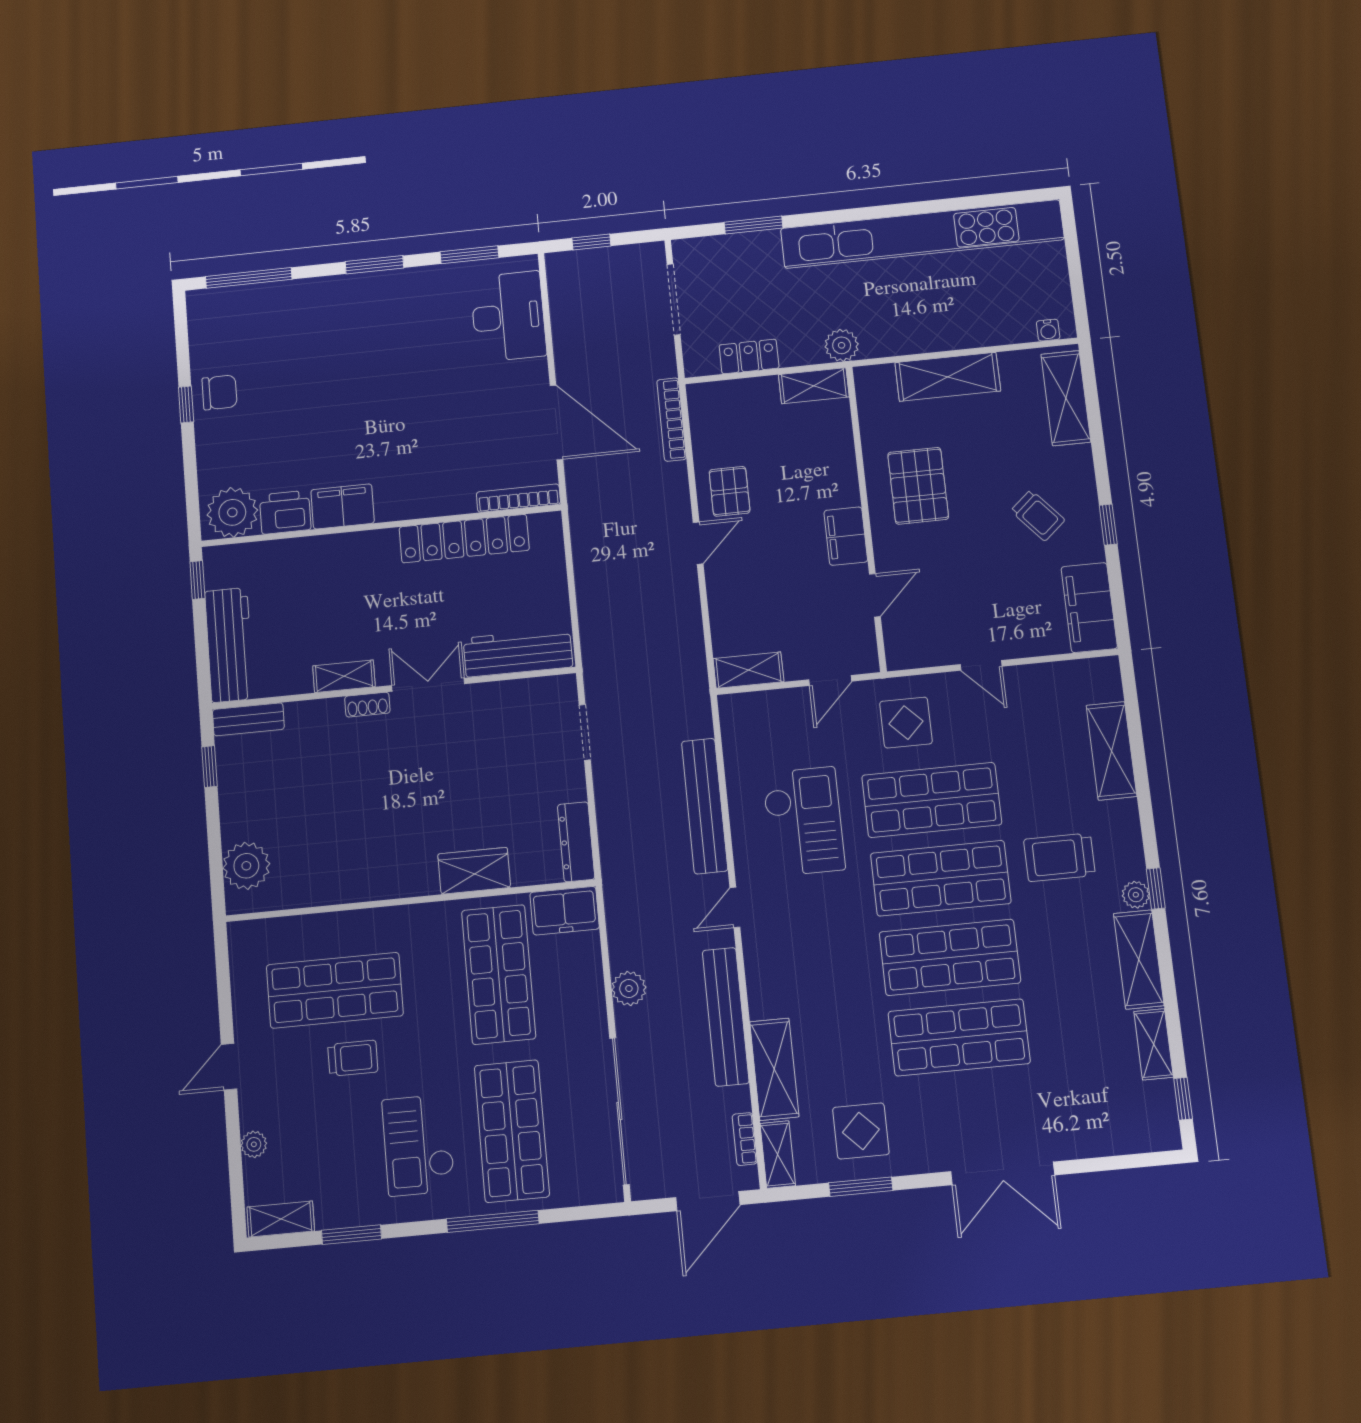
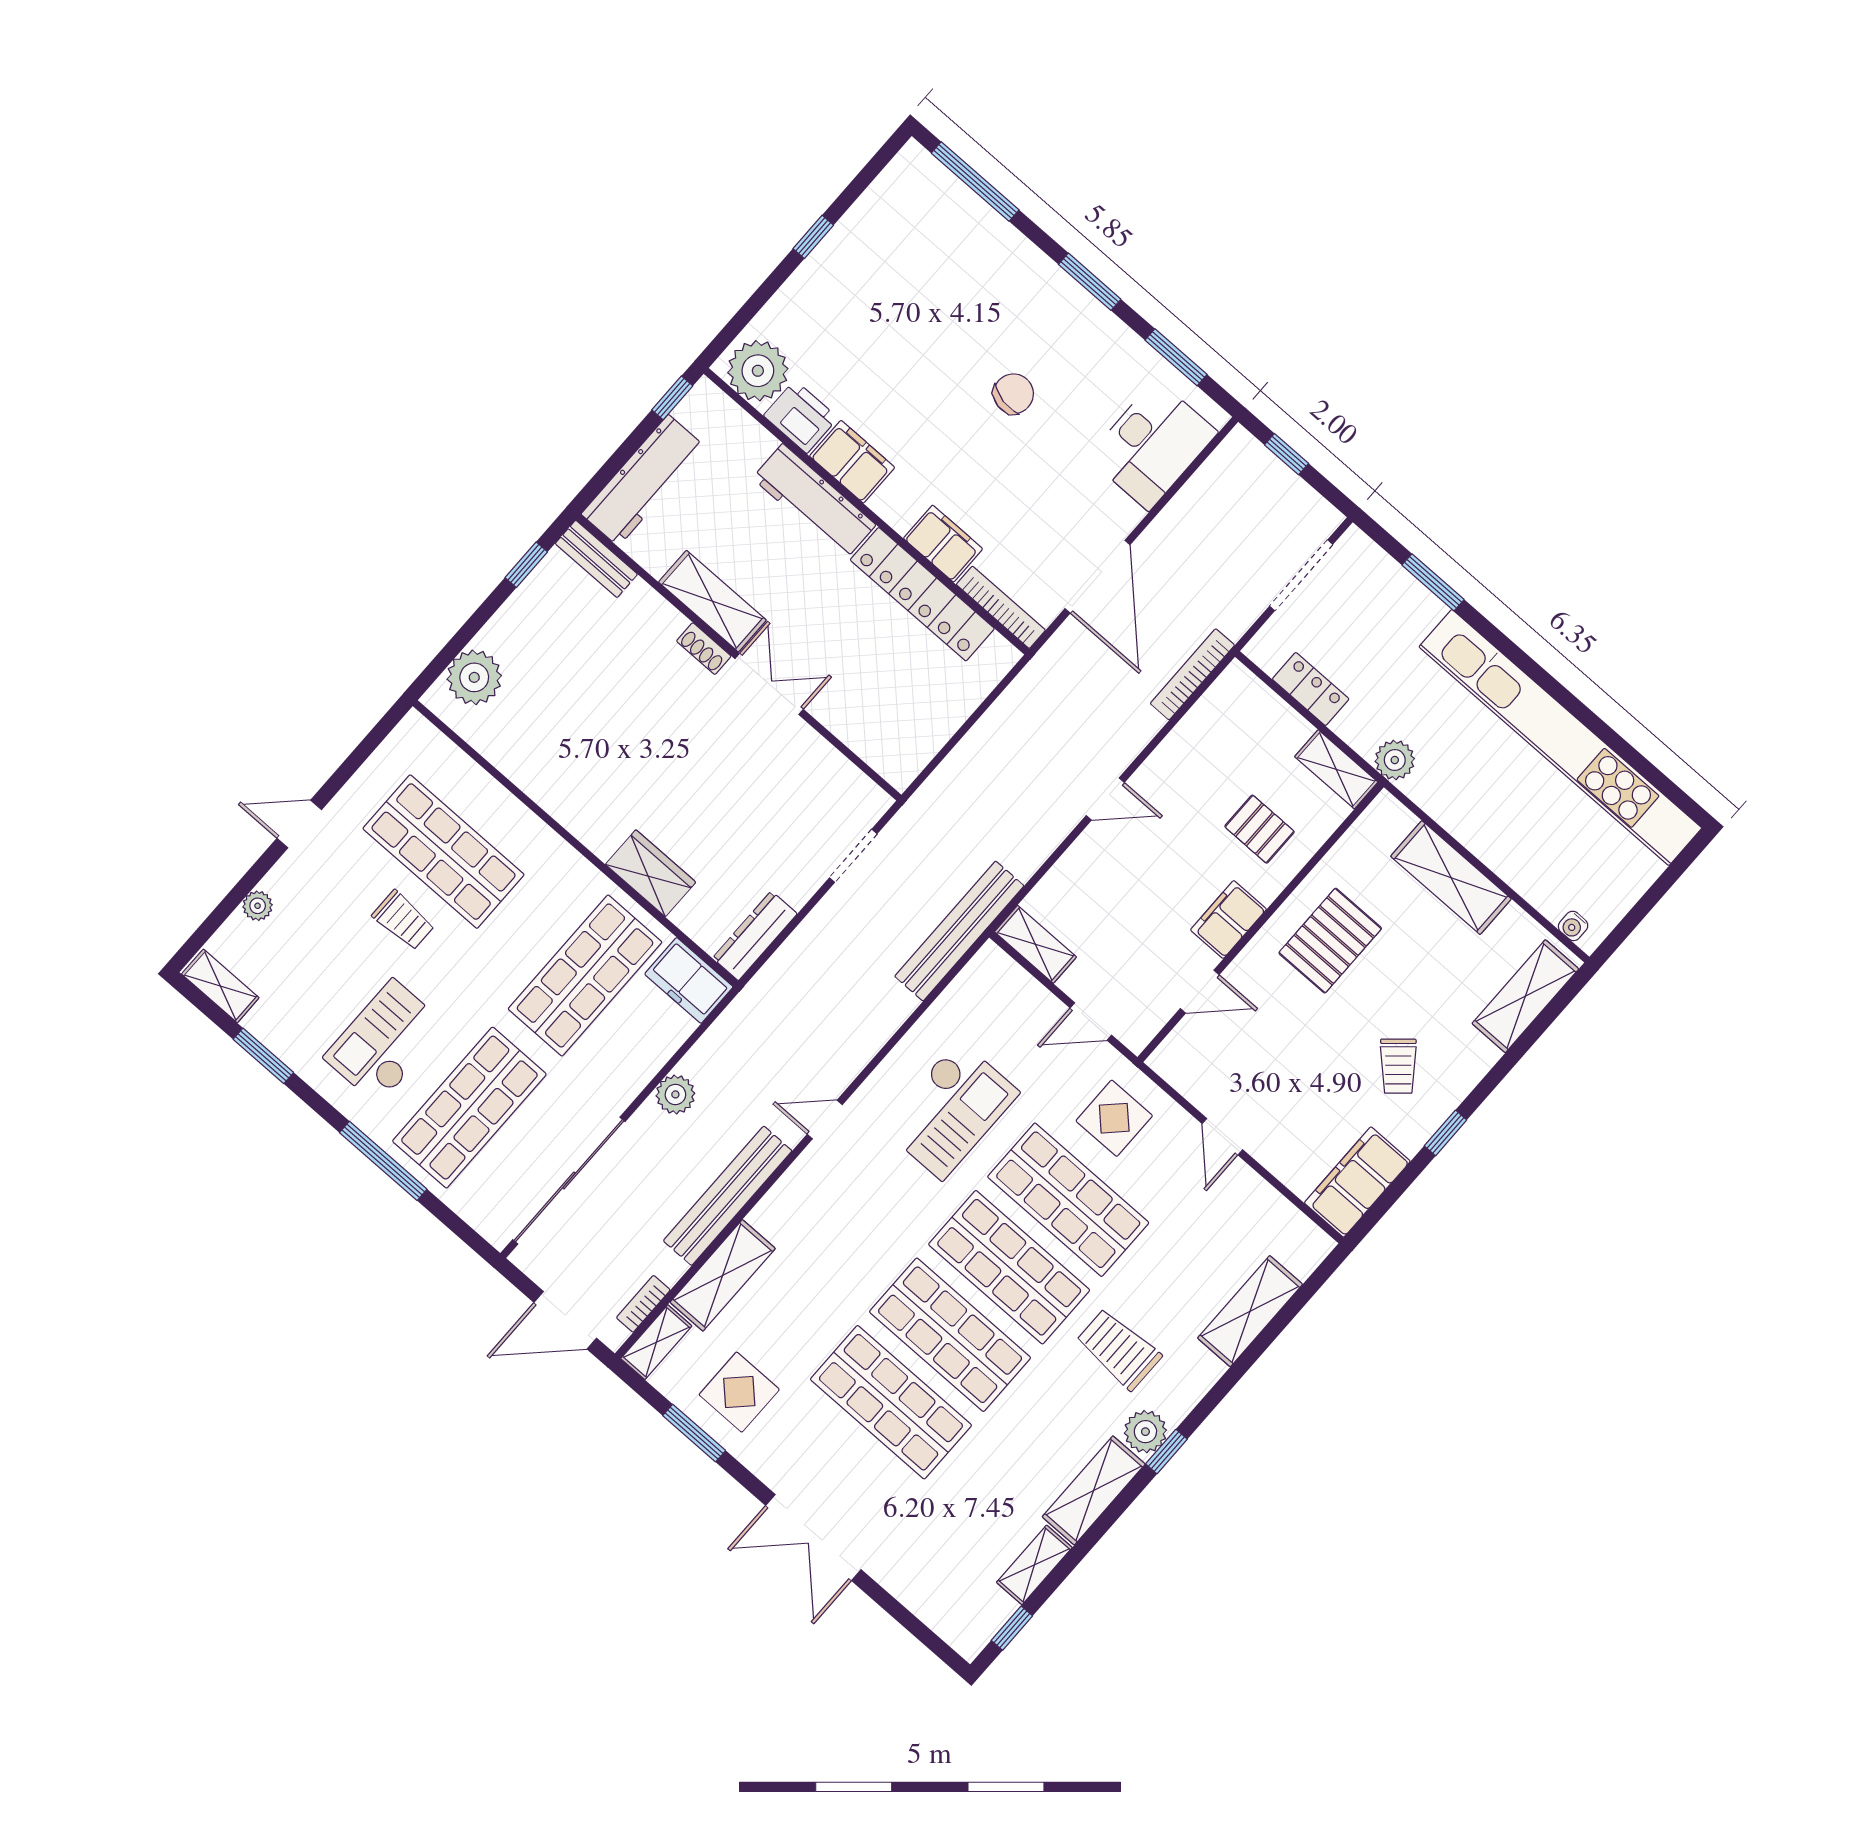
chair: (219, 392) -> (1013, 394), moved, turned -79
pallet: (730, 491) -> (1260, 829), moved, turned 90
filing cabinet: (446, 497) -> (943, 544), added
workbench: (518, 652) -> (814, 502), moved, turned 180
shelving: (344, 676) -> (712, 601), width x1.50, depth x1.33
bench: (705, 806) -> (959, 931), moved
plant: (1136, 895) -> (1145, 1432), width x1.38, depth x1.38

